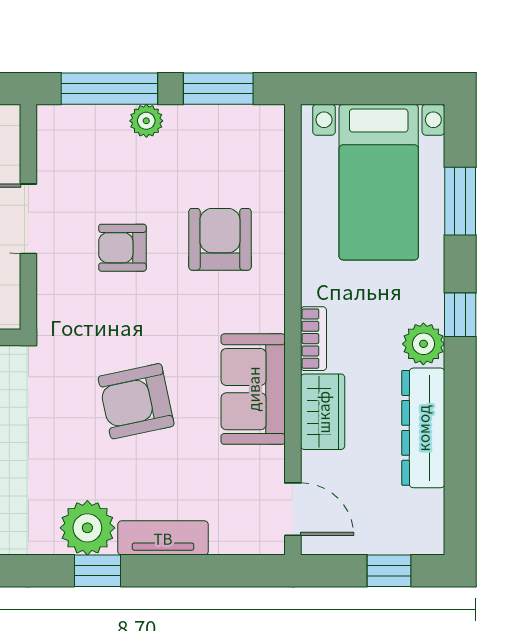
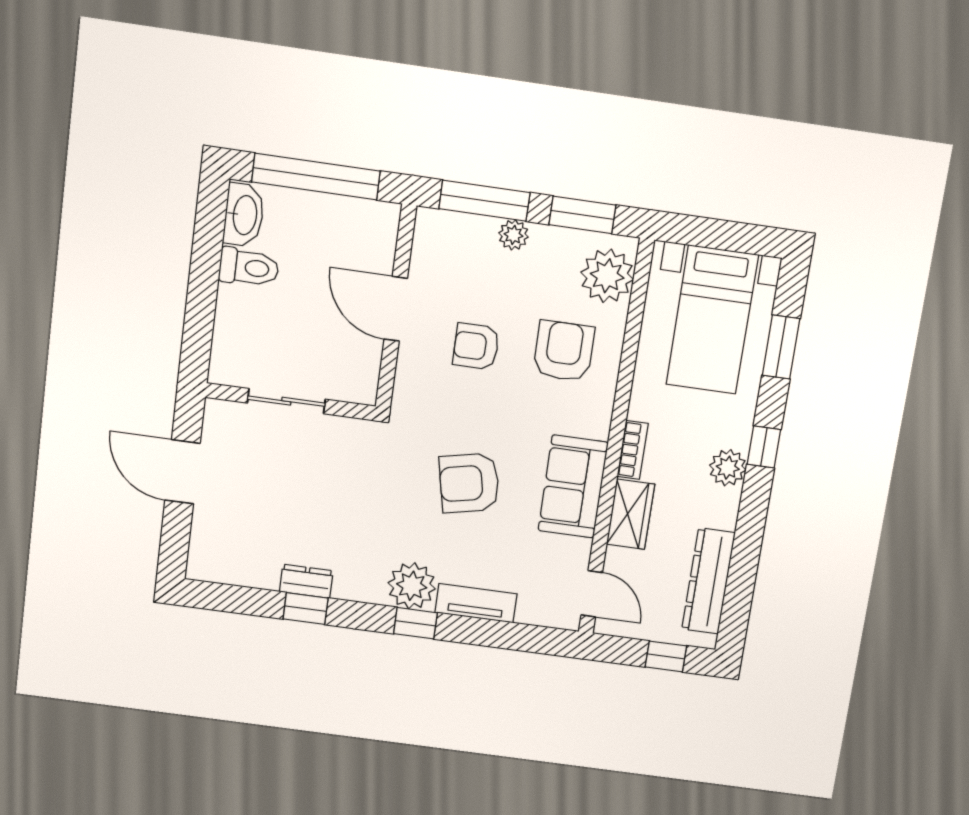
plant: (255, 150) -> (607, 276), added
dresser: (423, 428) -> (708, 581), moved

